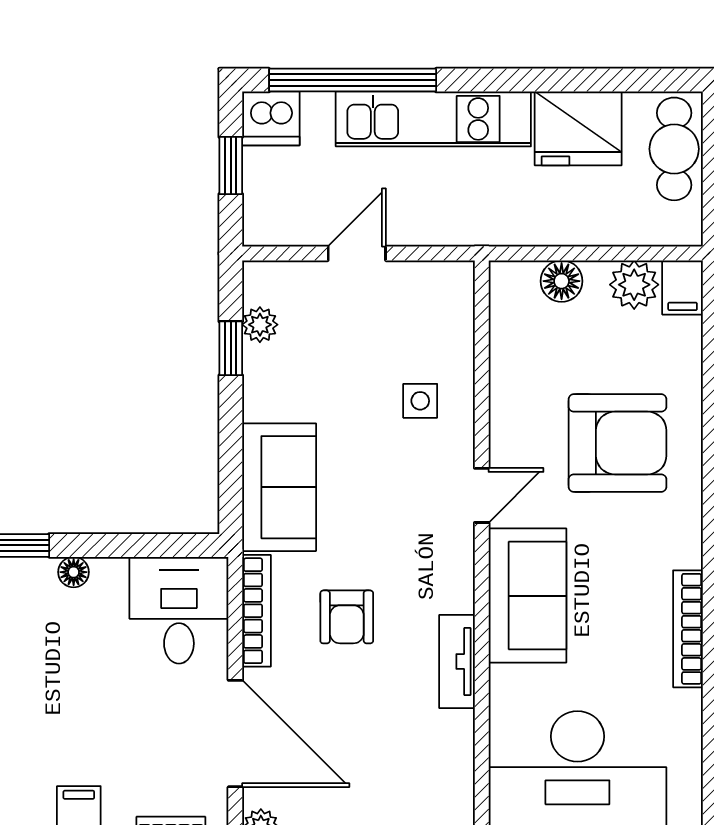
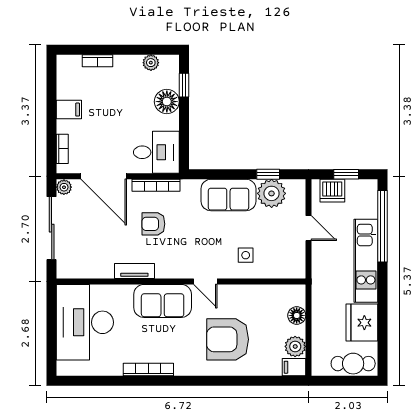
dishwasher: (271, 118) -> (332, 191), moved, turned -90
plant: (260, 325) -> (272, 193), width x1.88, depth x1.88
armchair: (617, 443) -> (228, 339), turned 90
sofa: (279, 487) -> (228, 195), moved
floor lamp: (74, 572) -> (167, 102), width x1.89, depth x1.89
door: (235, 734) -> (104, 176), hinge flipped

